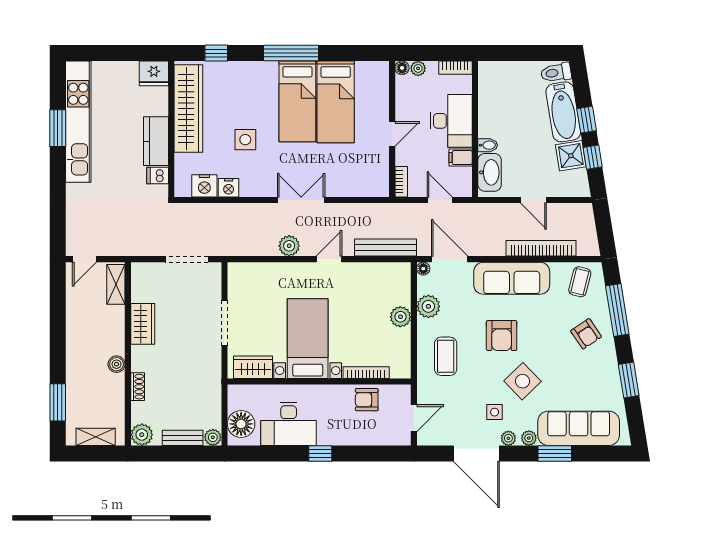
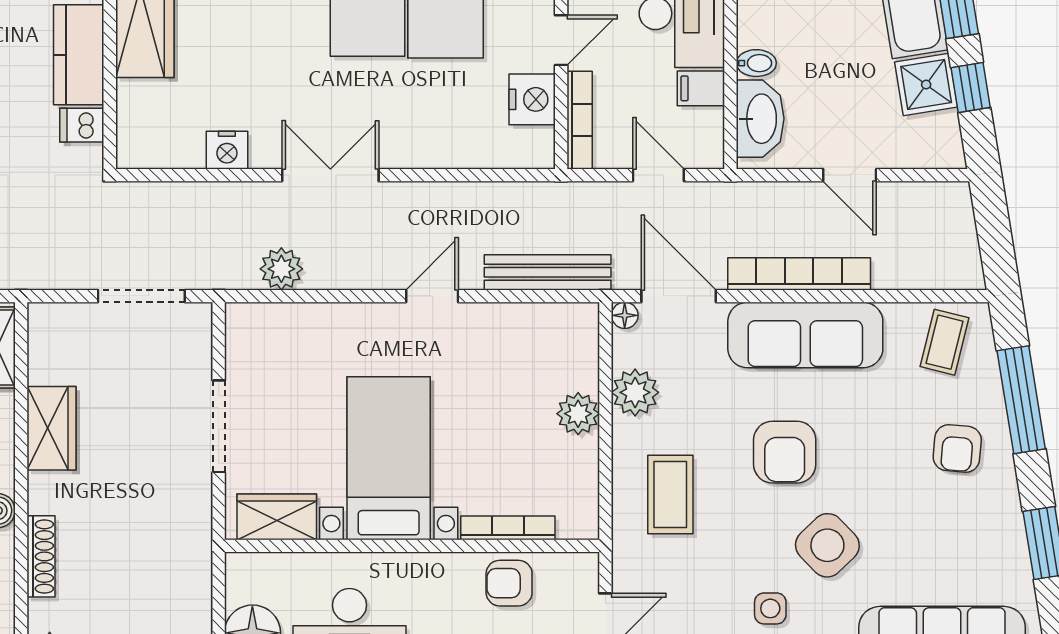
side table: (245, 140) -> (261, 52), removed
bookcase: (401, 182) -> (580, 120), width x1.56
nightstand: (204, 186) -> (532, 99), moved, turned -90
double door: (301, 200) -> (330, 175), moved
plant: (289, 246) -> (281, 269), moved
bookcase: (541, 248) -> (799, 274), moved
armchair: (586, 334) -> (957, 448), turned 39
shoe rack: (138, 387) -> (41, 556), width x1.43

